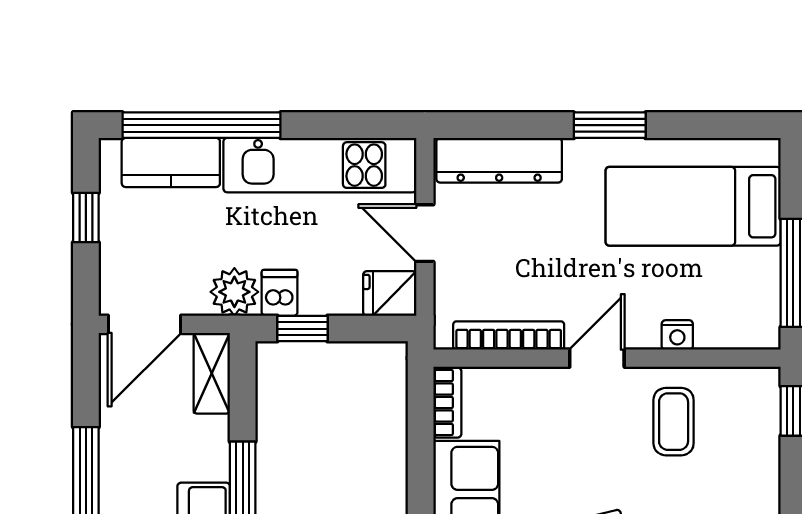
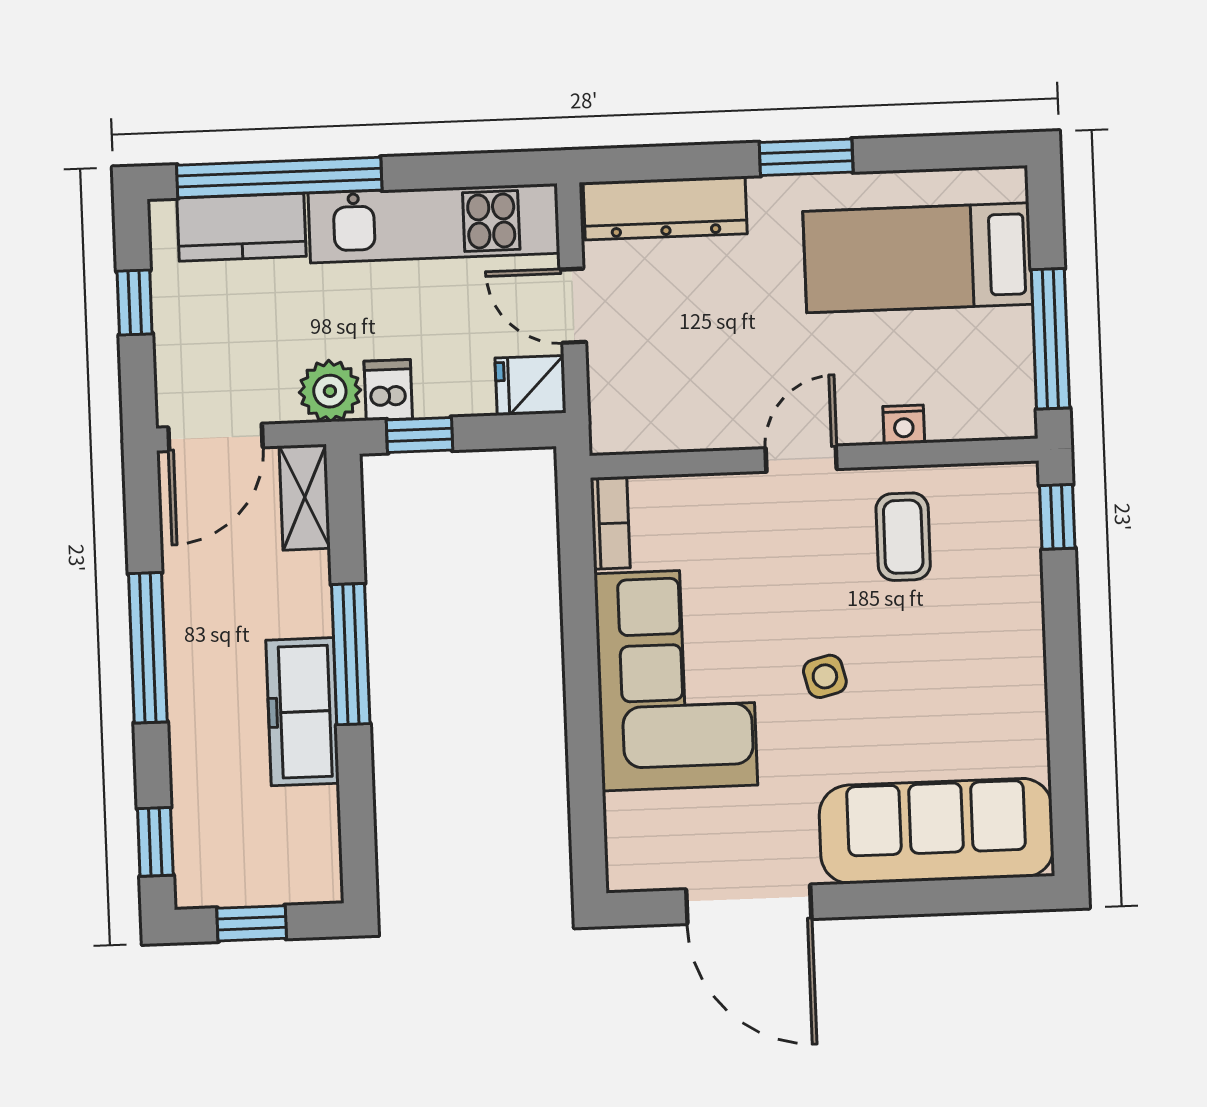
bookcase: (509, 335) -> (686, 434), removed

